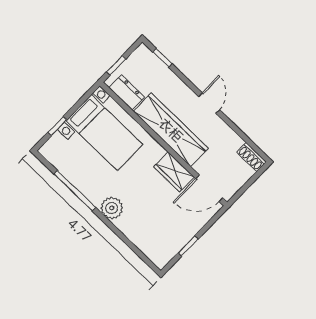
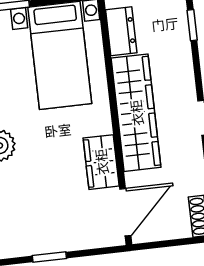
door: (209, 188) -> (125, 212), swing flipped

